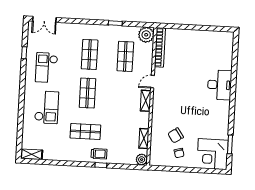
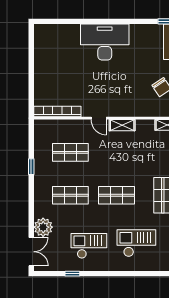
plant: (146, 35) -> (43, 227), moved
checkout: (47, 68) -> (89, 246), turned 180
desk: (220, 85) -> (105, 42), width x1.36, depth x1.30

